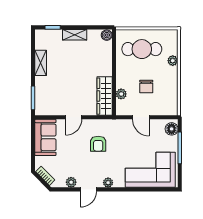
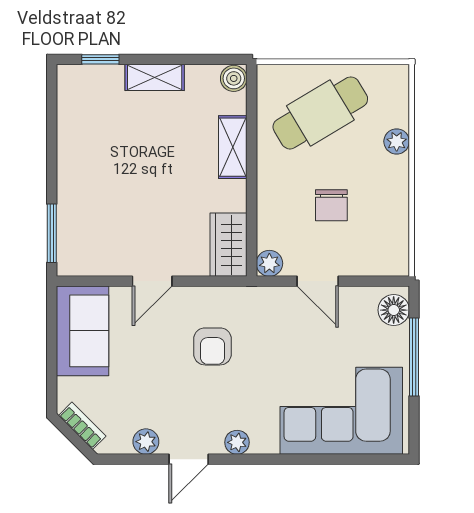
cafe table: (142, 49) -> (320, 113), turned -31
shelving: (41, 63) -> (233, 147), moved
plant: (121, 94) -> (269, 263), moved
wardrobe: (105, 96) -> (229, 245), width x0.67

